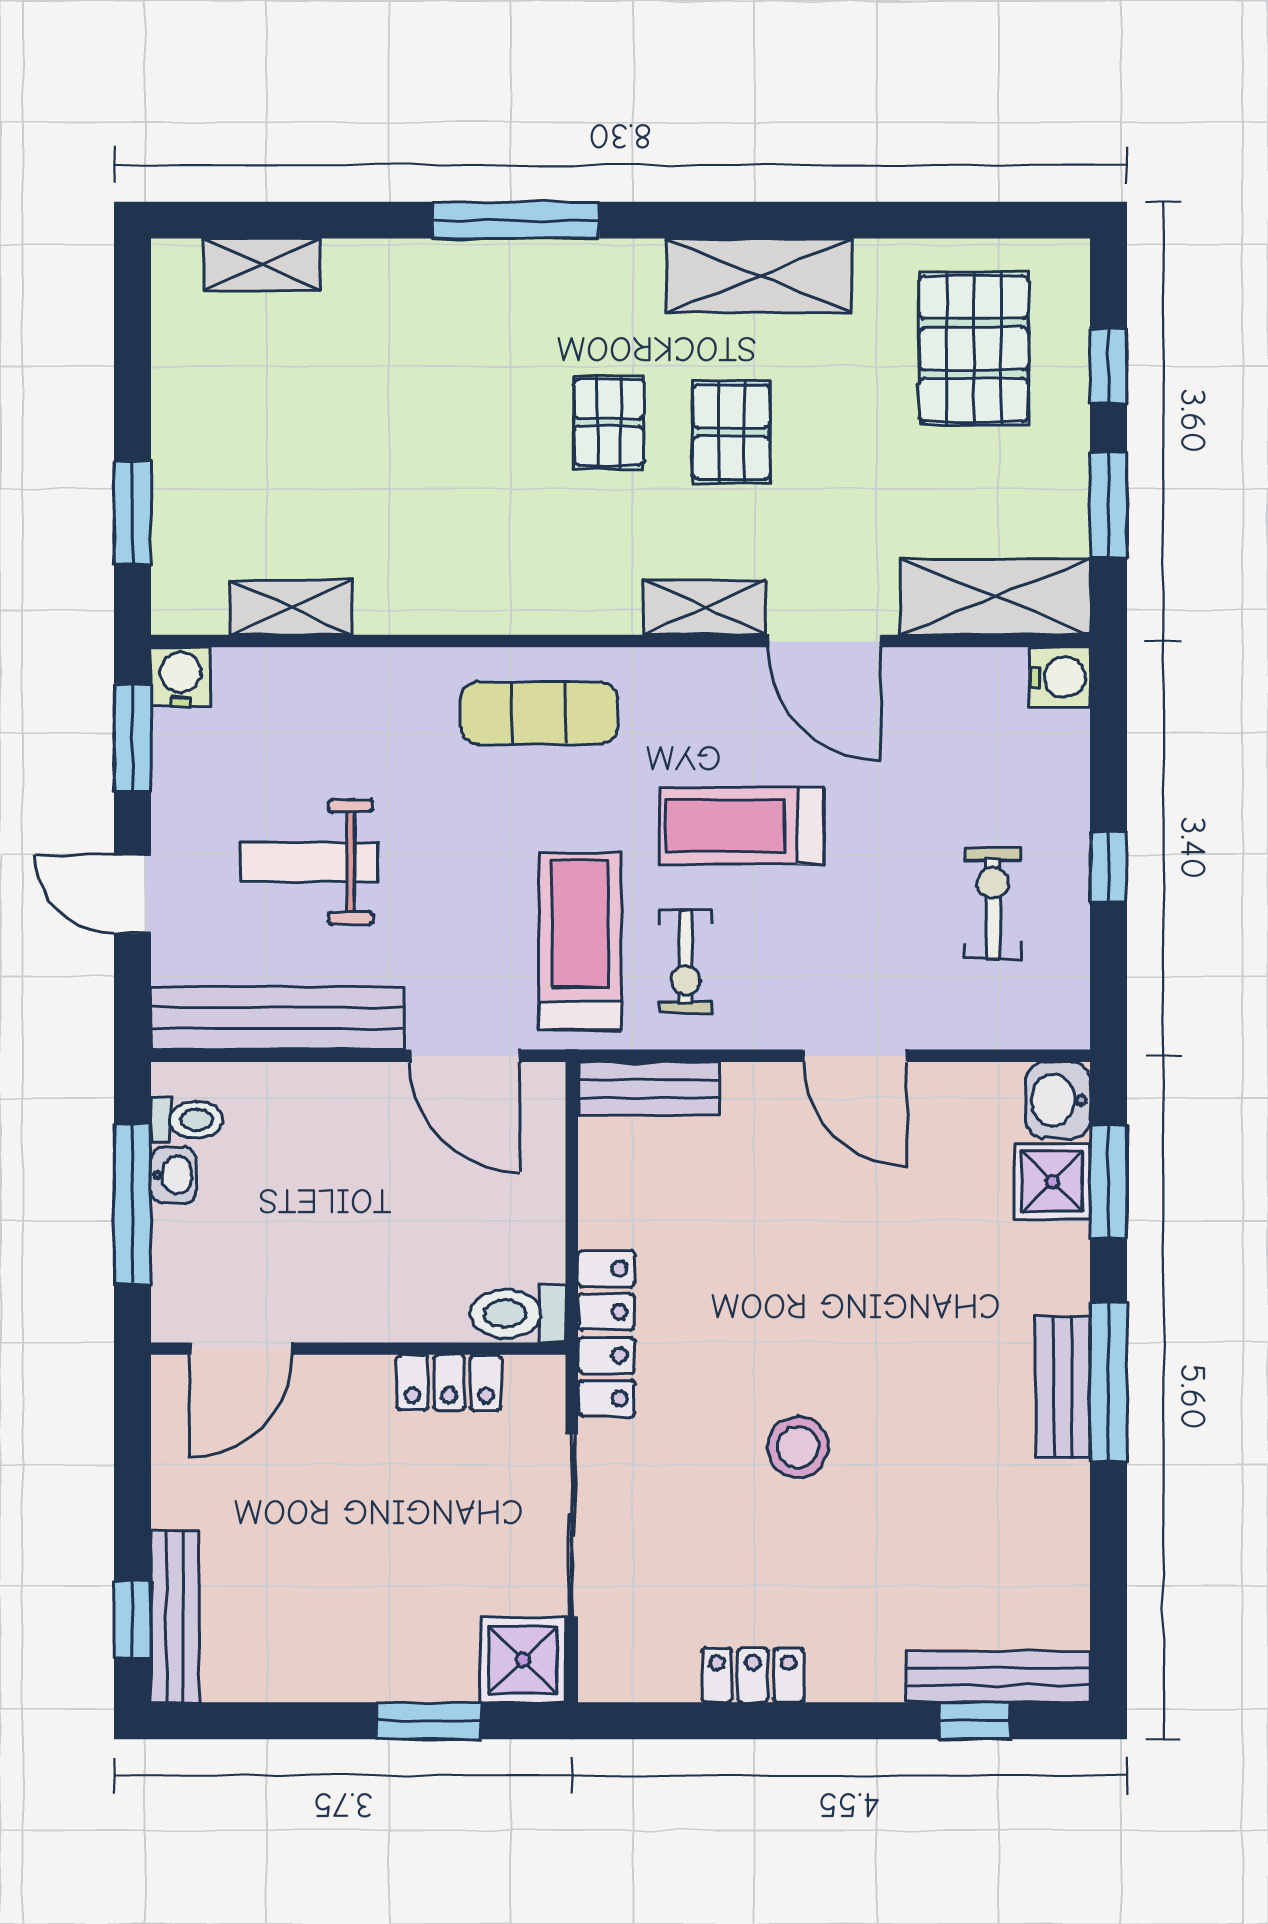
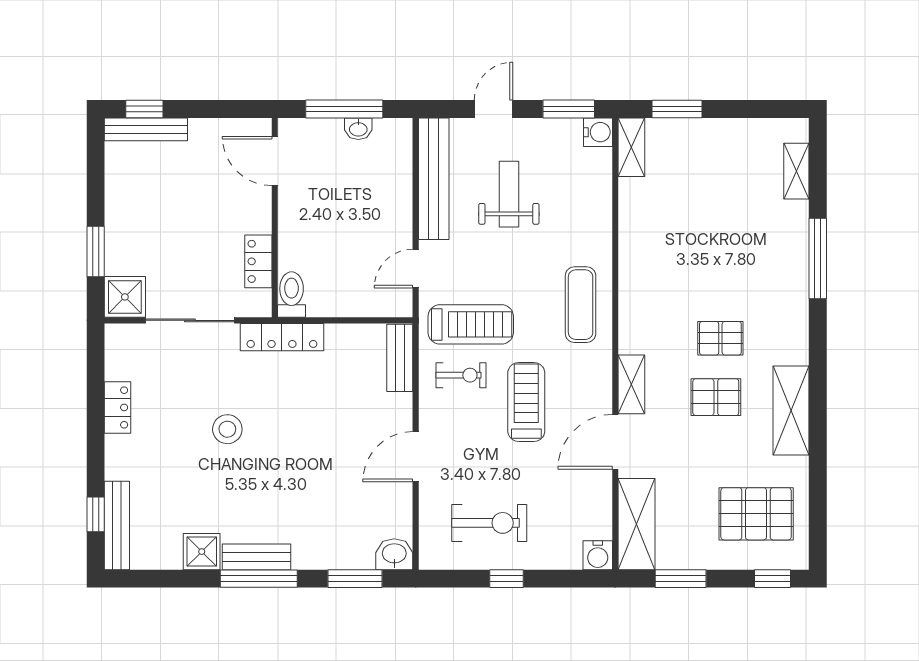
window: (516, 220) -> (818, 259), moved
window: (1109, 366) -> (773, 579), moved
shelving: (291, 607) -> (631, 147), moved
exercise bike: (993, 903) -> (489, 523), width x1.38, depth x1.39
exercise bike: (686, 962) -> (461, 375), turned 180
door: (464, 1056) -> (416, 269), width x0.73
toilet: (187, 1120) -> (385, 135), removed
shower: (1052, 1181) -> (202, 552), moved

